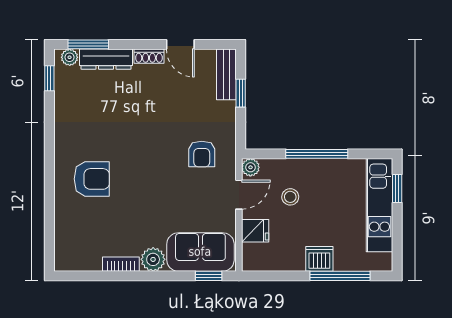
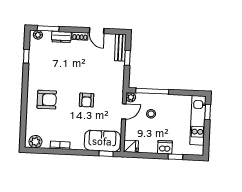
dresser: (106, 59) -> (61, 37), width x0.70
window: (49, 78) -> (26, 56), moved
armchair: (202, 154) -> (87, 100), moved
window: (317, 154) -> (152, 91), moved
fridge: (255, 231) -> (131, 146), moved
plant: (153, 259) -> (35, 142), moved
window: (340, 276) -> (175, 157), width x0.46

